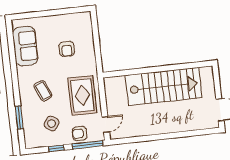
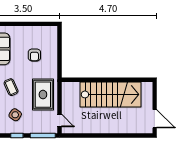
door: (106, 124) -> (60, 120), hinge flipped
armchair: (80, 133) -> (37, 125), removed

